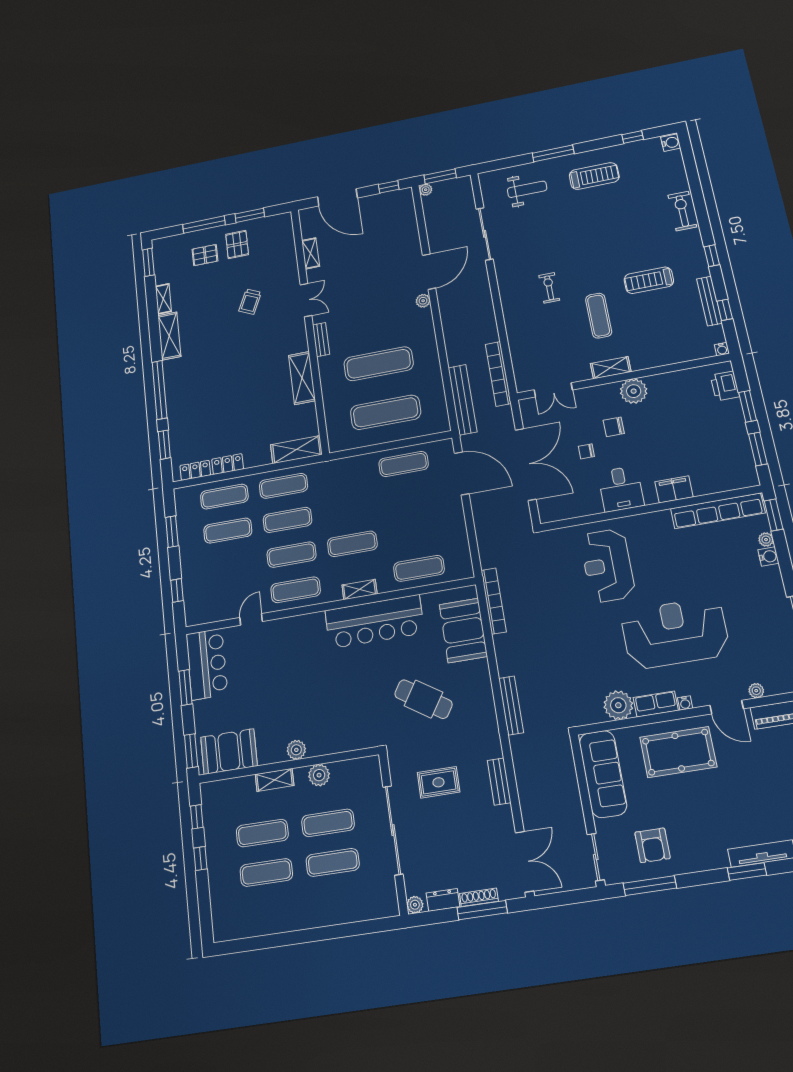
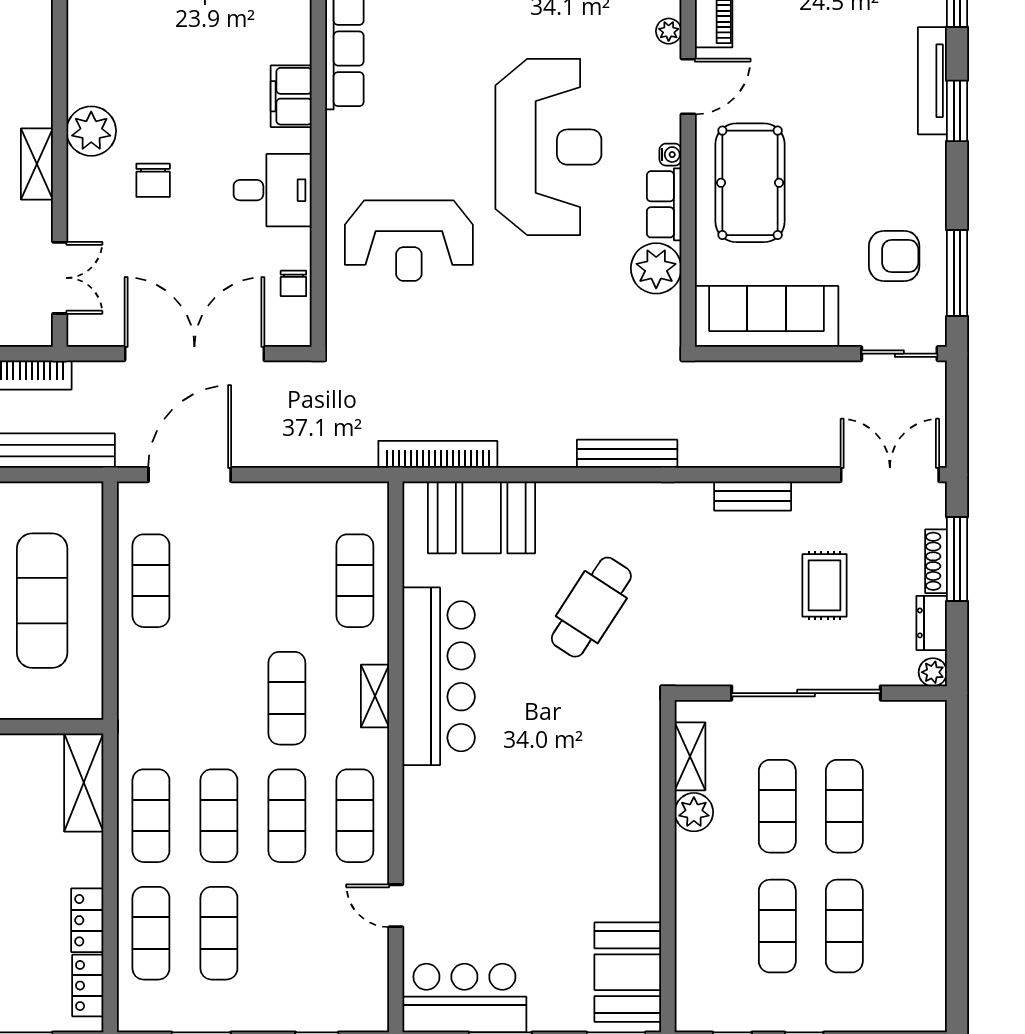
chair: (586, 451) -> (293, 283), moved
reception desk: (675, 633) -> (548, 147), turned 180
plant: (296, 750) -> (644, 848), removed
shelving: (275, 780) -> (690, 756), moved
rug: (438, 782) -> (825, 585), moved

